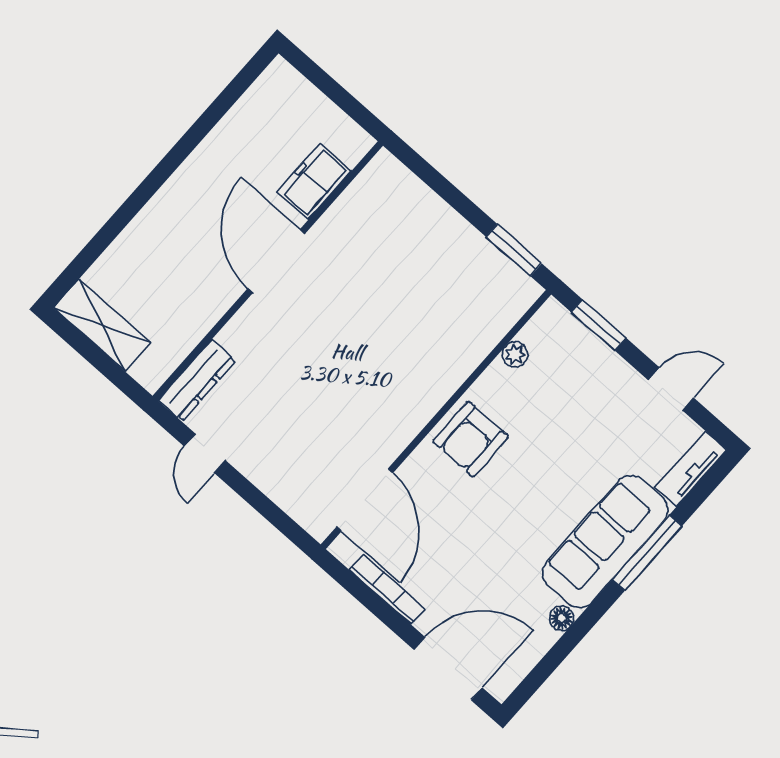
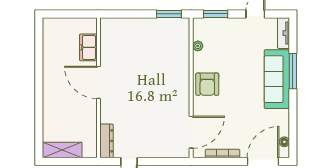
door: (365, 500) -> (191, 132), hinge flipped
floor lamp: (562, 618) -> (284, 142), moved

